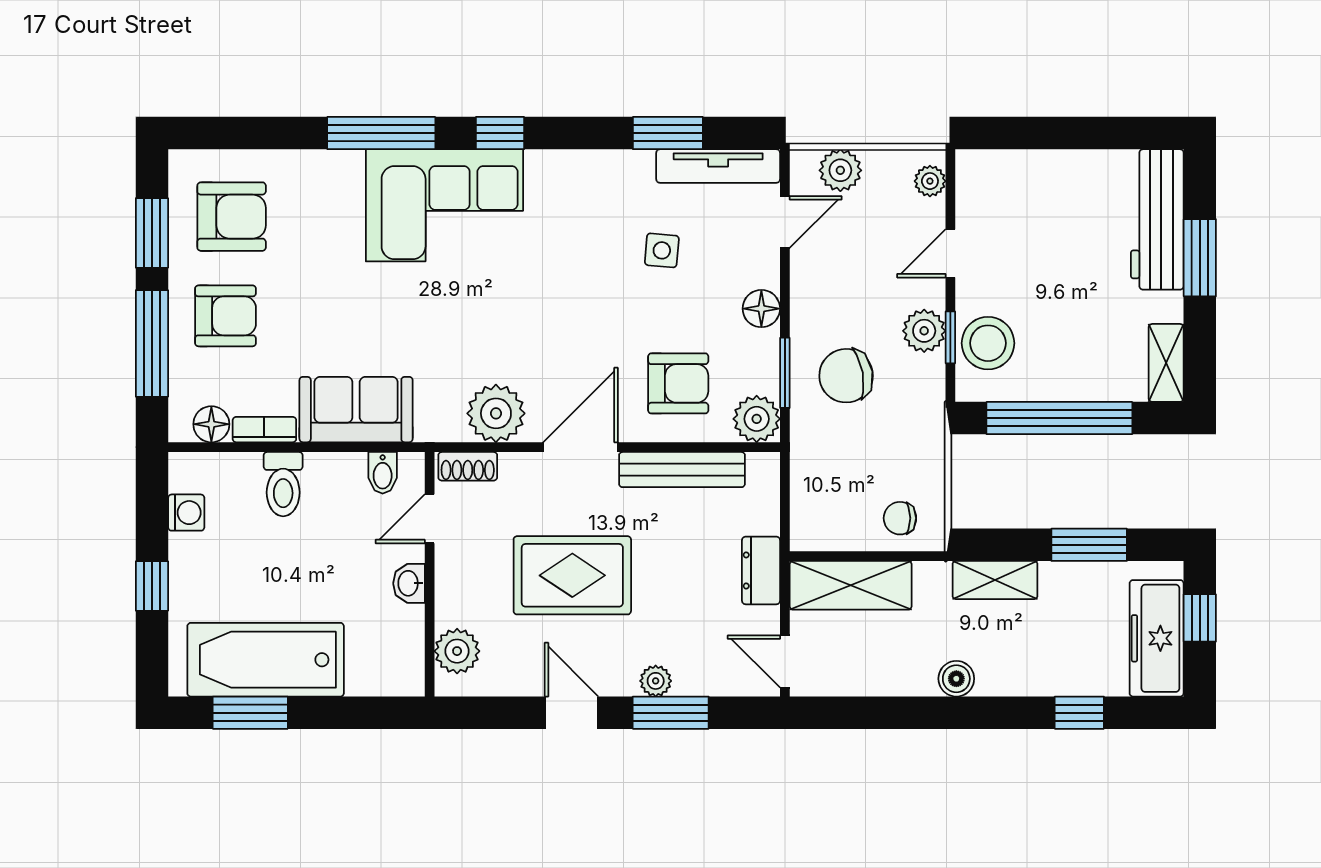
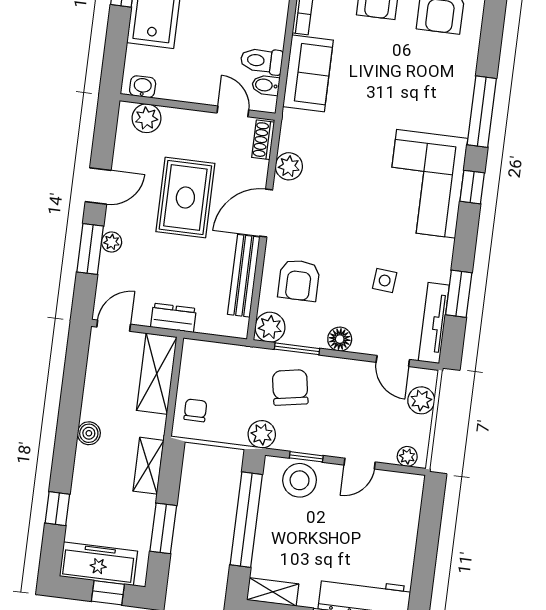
corner sofa: (444, 205) -> (426, 184), moved
door: (950, 253) -> (360, 464), swing flipped
plant: (924, 331) -> (262, 434), moved
plant: (496, 413) -> (289, 166), width x0.73, depth x0.73
door: (581, 447) -> (266, 213), swing flipped
toilet: (283, 484) -> (262, 61), moved
washbasin: (409, 583) -> (143, 87), moved

